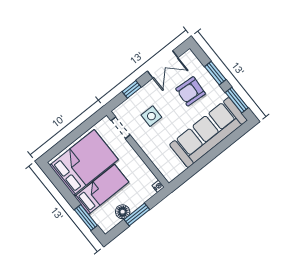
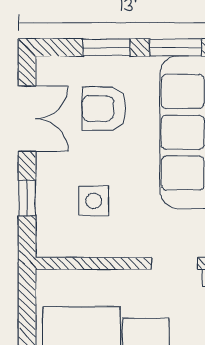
armchair: (191, 91) -> (104, 109), turned 86
doorway: (121, 128) -> (175, 263), moved

